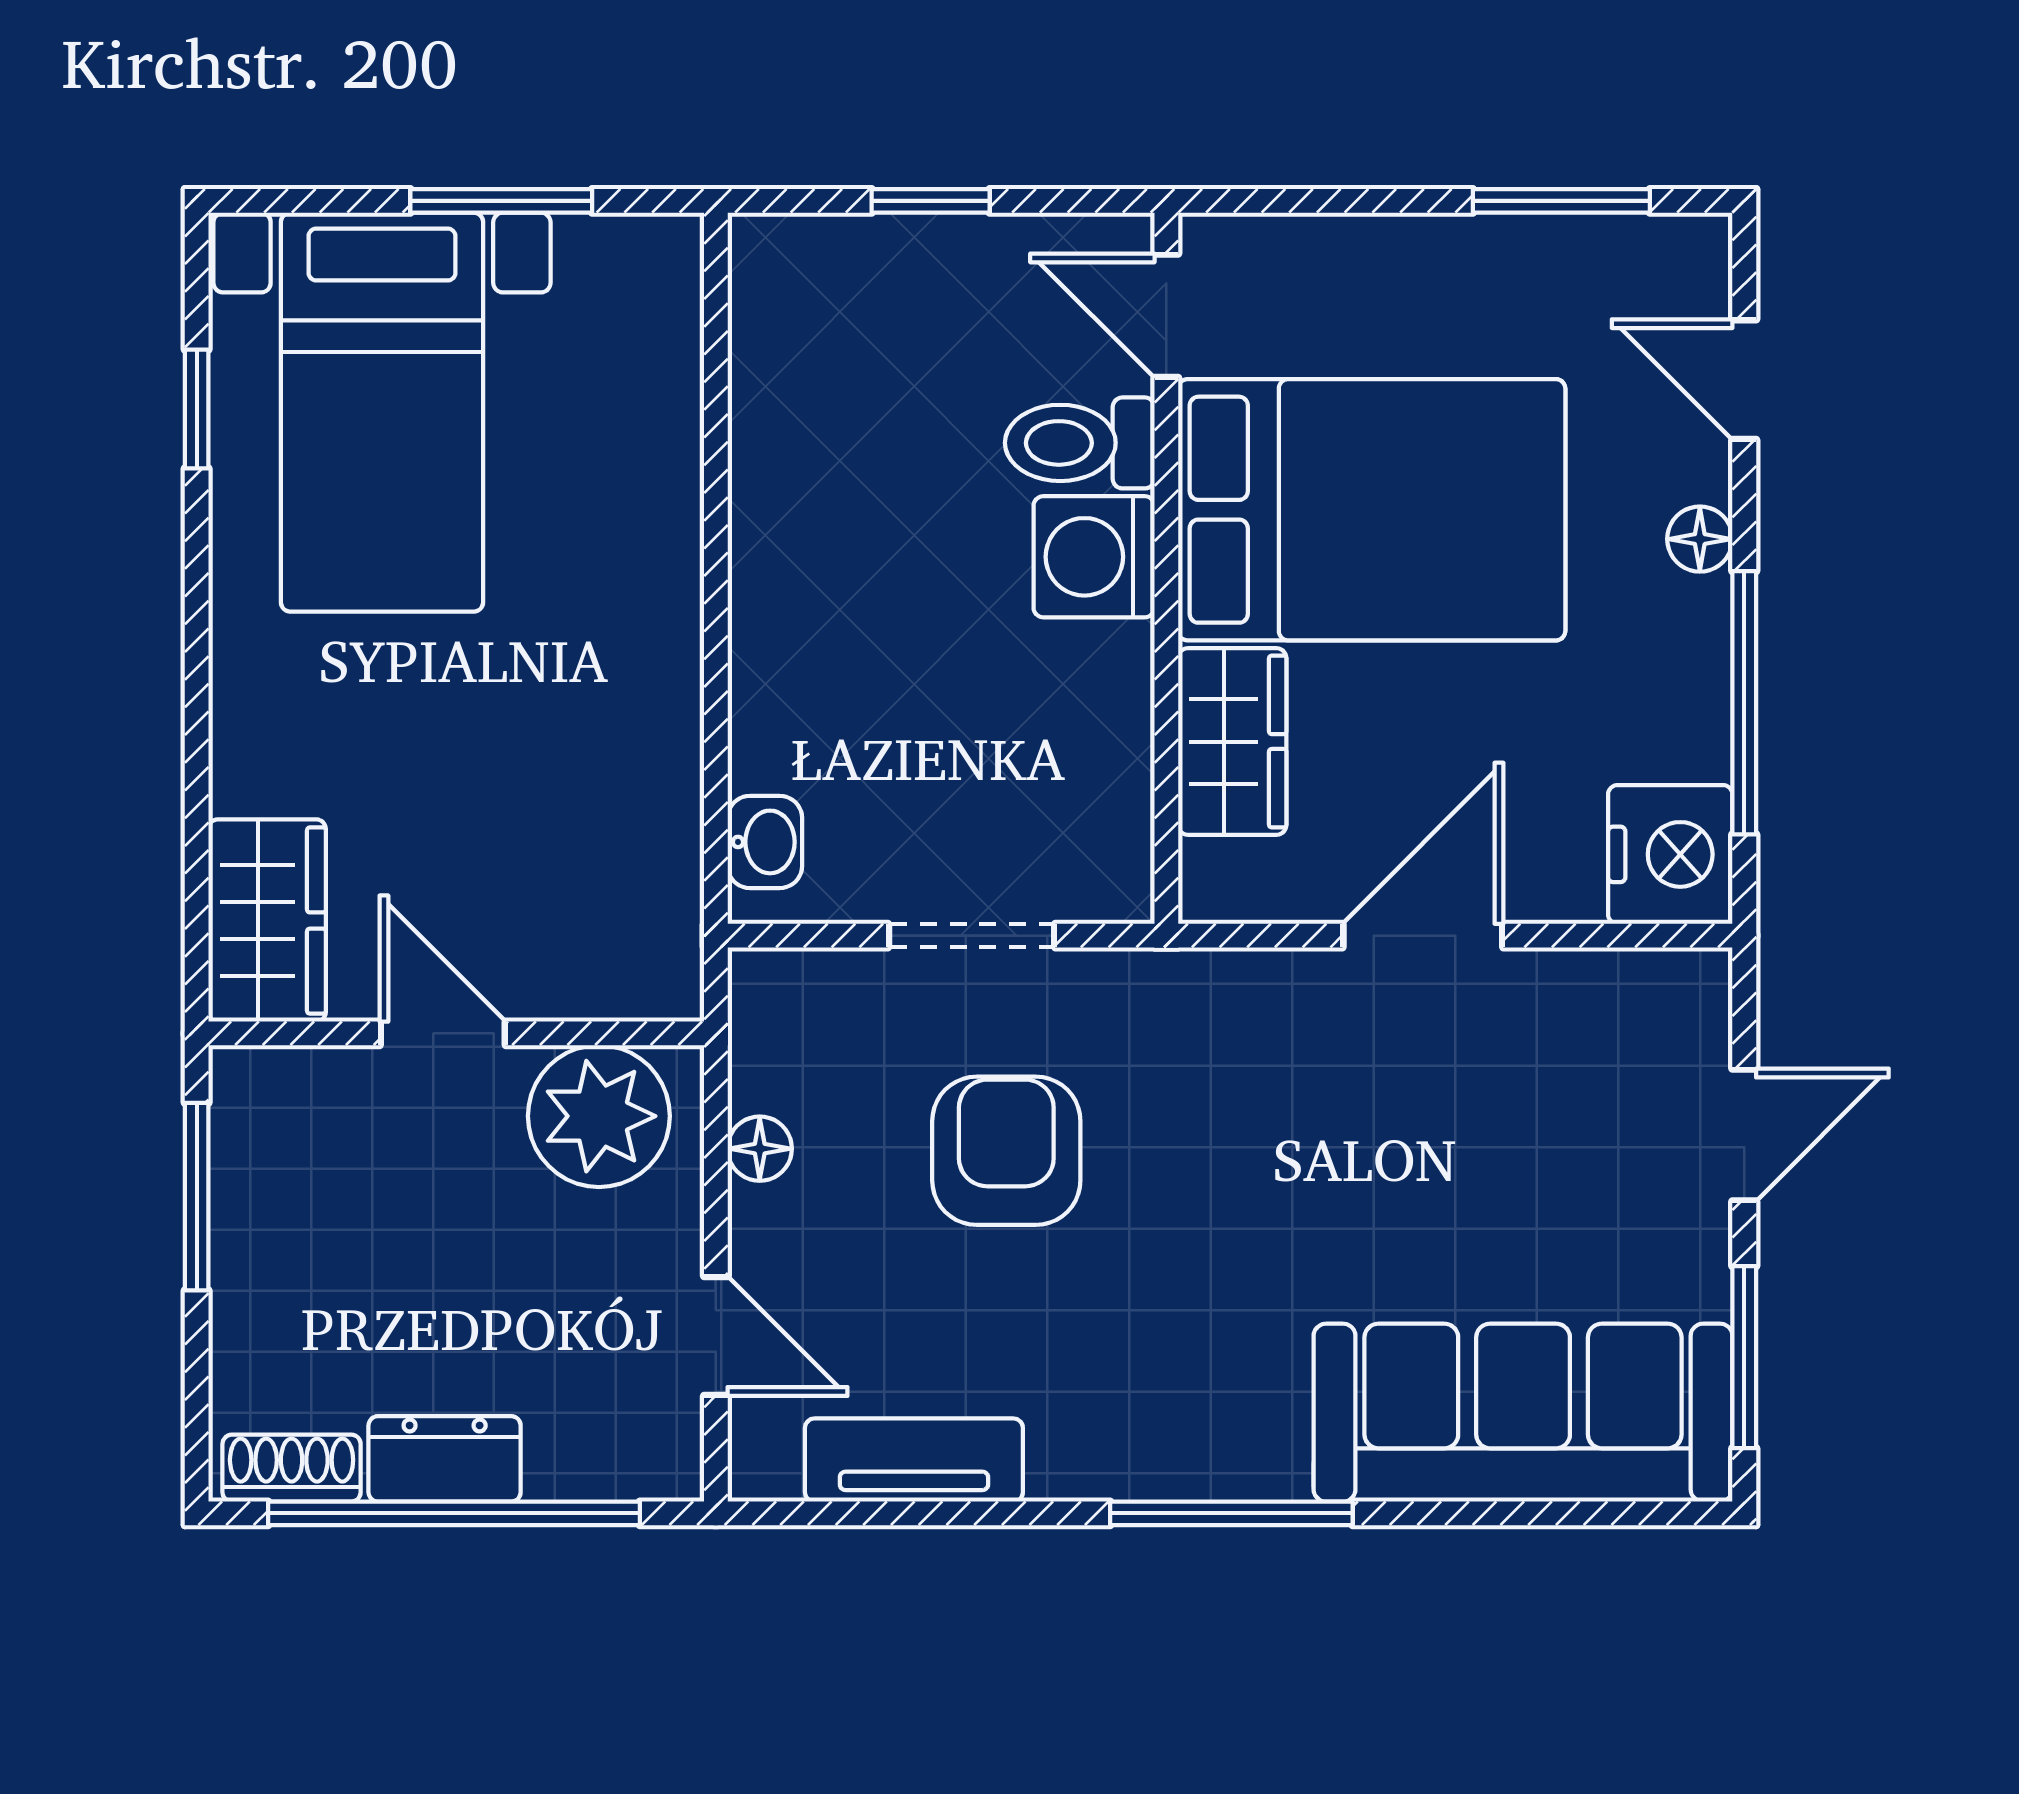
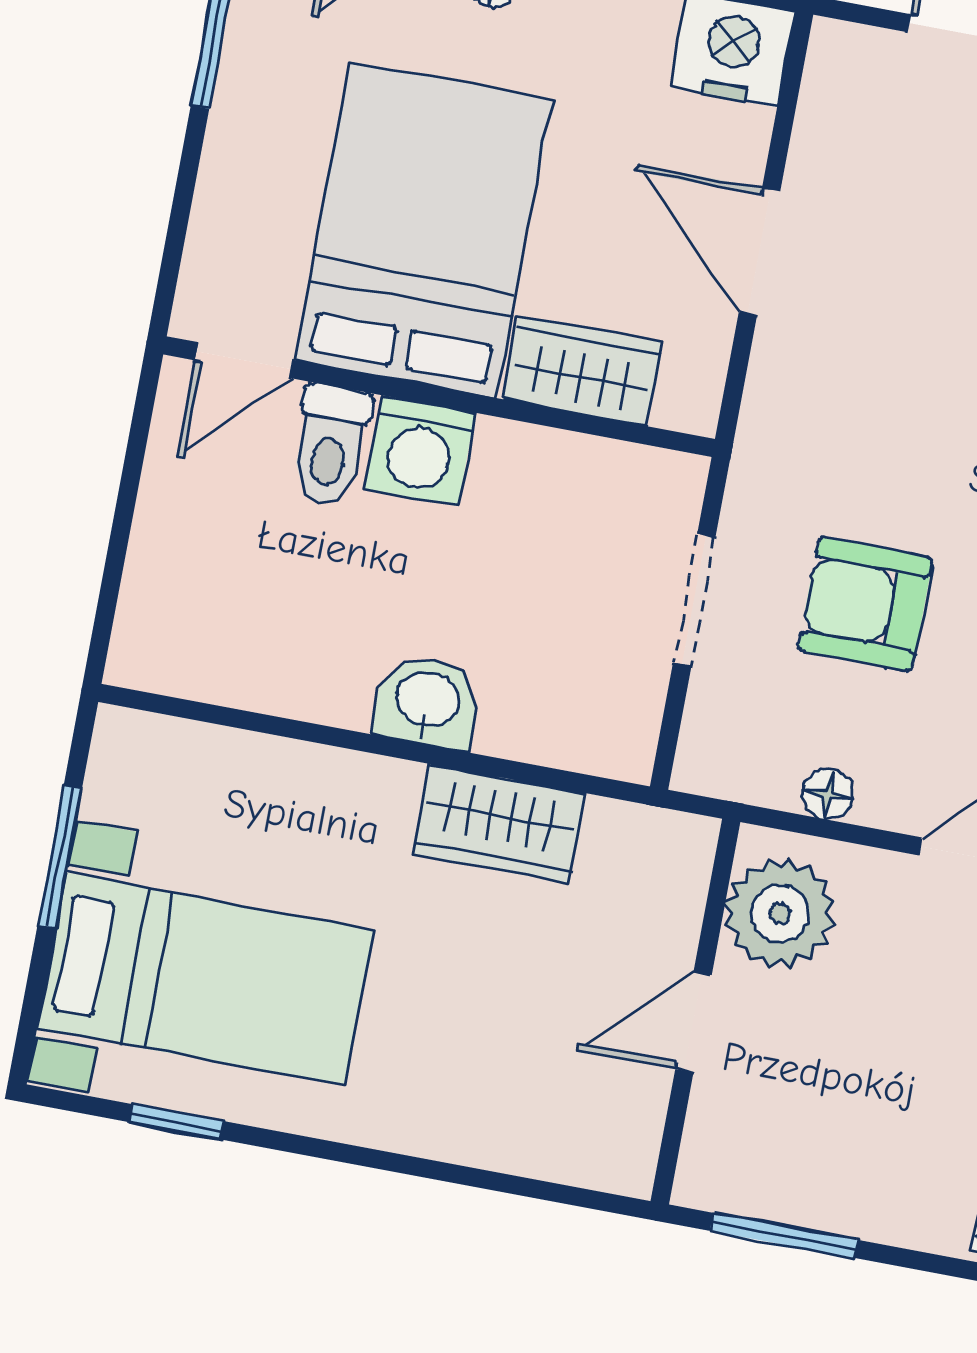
window: (931, 201) -> (122, 525), removed
washbasin: (765, 842) -> (427, 702), moved, width x1.38, depth x1.45
wardrobe: (267, 921) -> (499, 824), moved, turned 180

